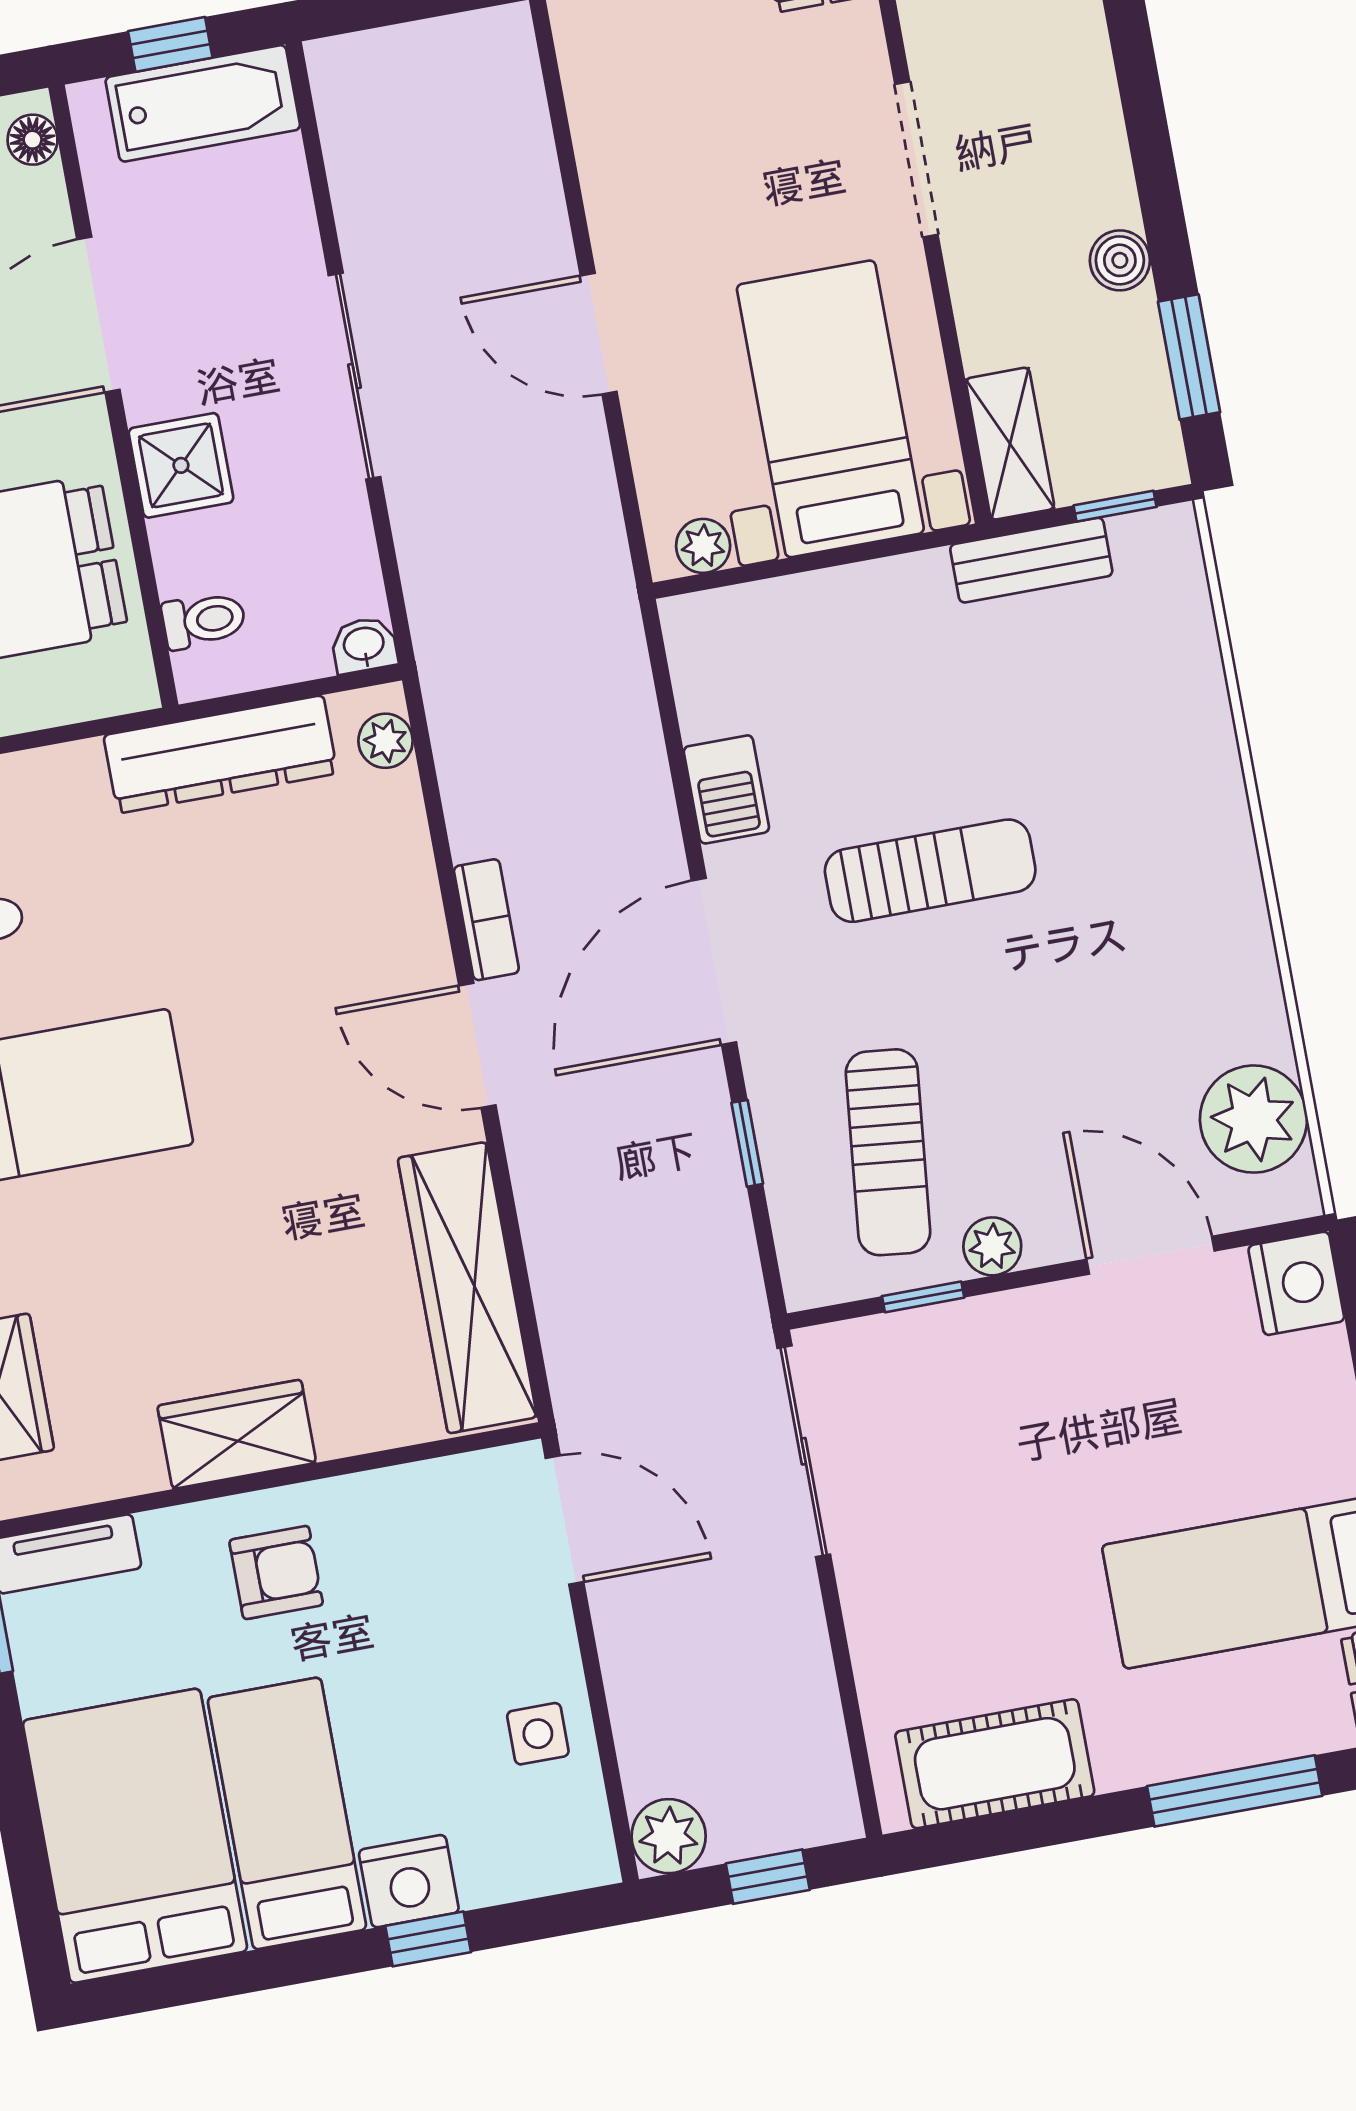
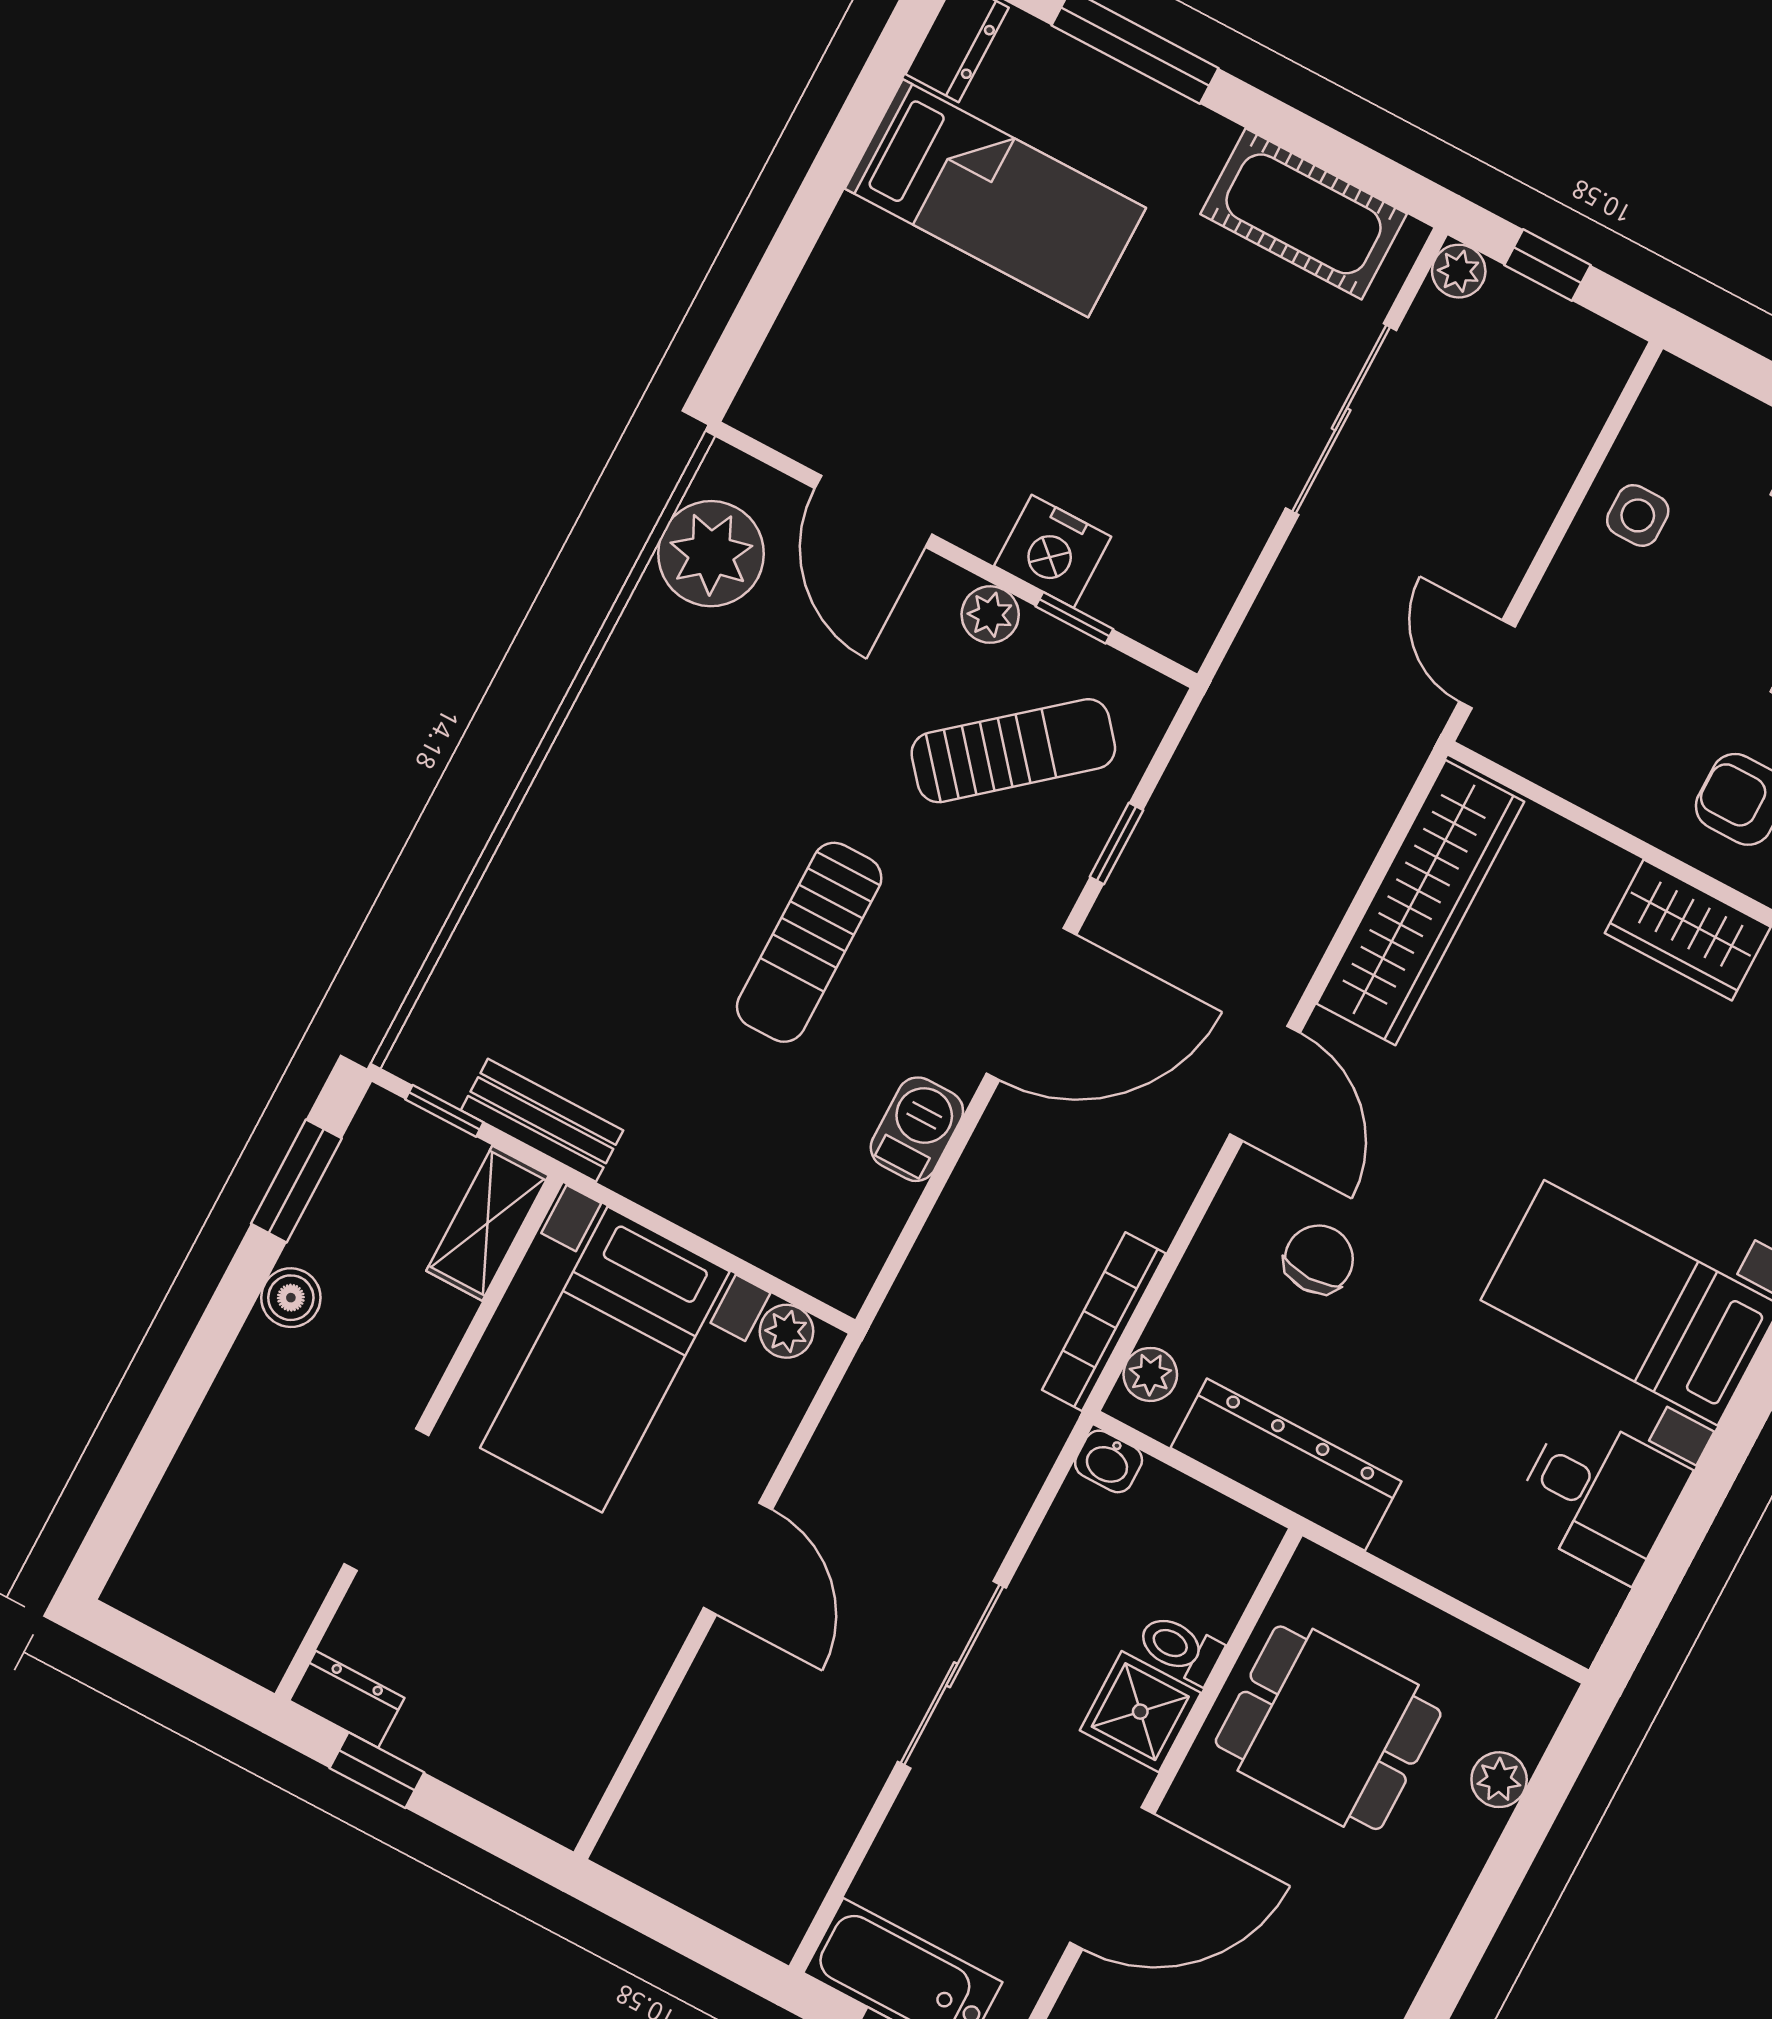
toilet: (204, 620) -> (1180, 1648), moved
sun lounger: (930, 871) -> (809, 942), turned -90
bookcase: (486, 920) -> (1104, 1322), moved, width x1.56
chair: (324, 939) -> (1319, 1259), added
sun lounger: (888, 1152) -> (1013, 751), turned 44
nightstand: (1296, 1283) -> (1053, 551), moved, turned -90
sliding door: (804, 1451) -> (1341, 419), moved
door: (565, 1520) -> (1487, 664), width x0.73
plant: (669, 1836) -> (1459, 271), moved, width x0.73, depth x0.73

